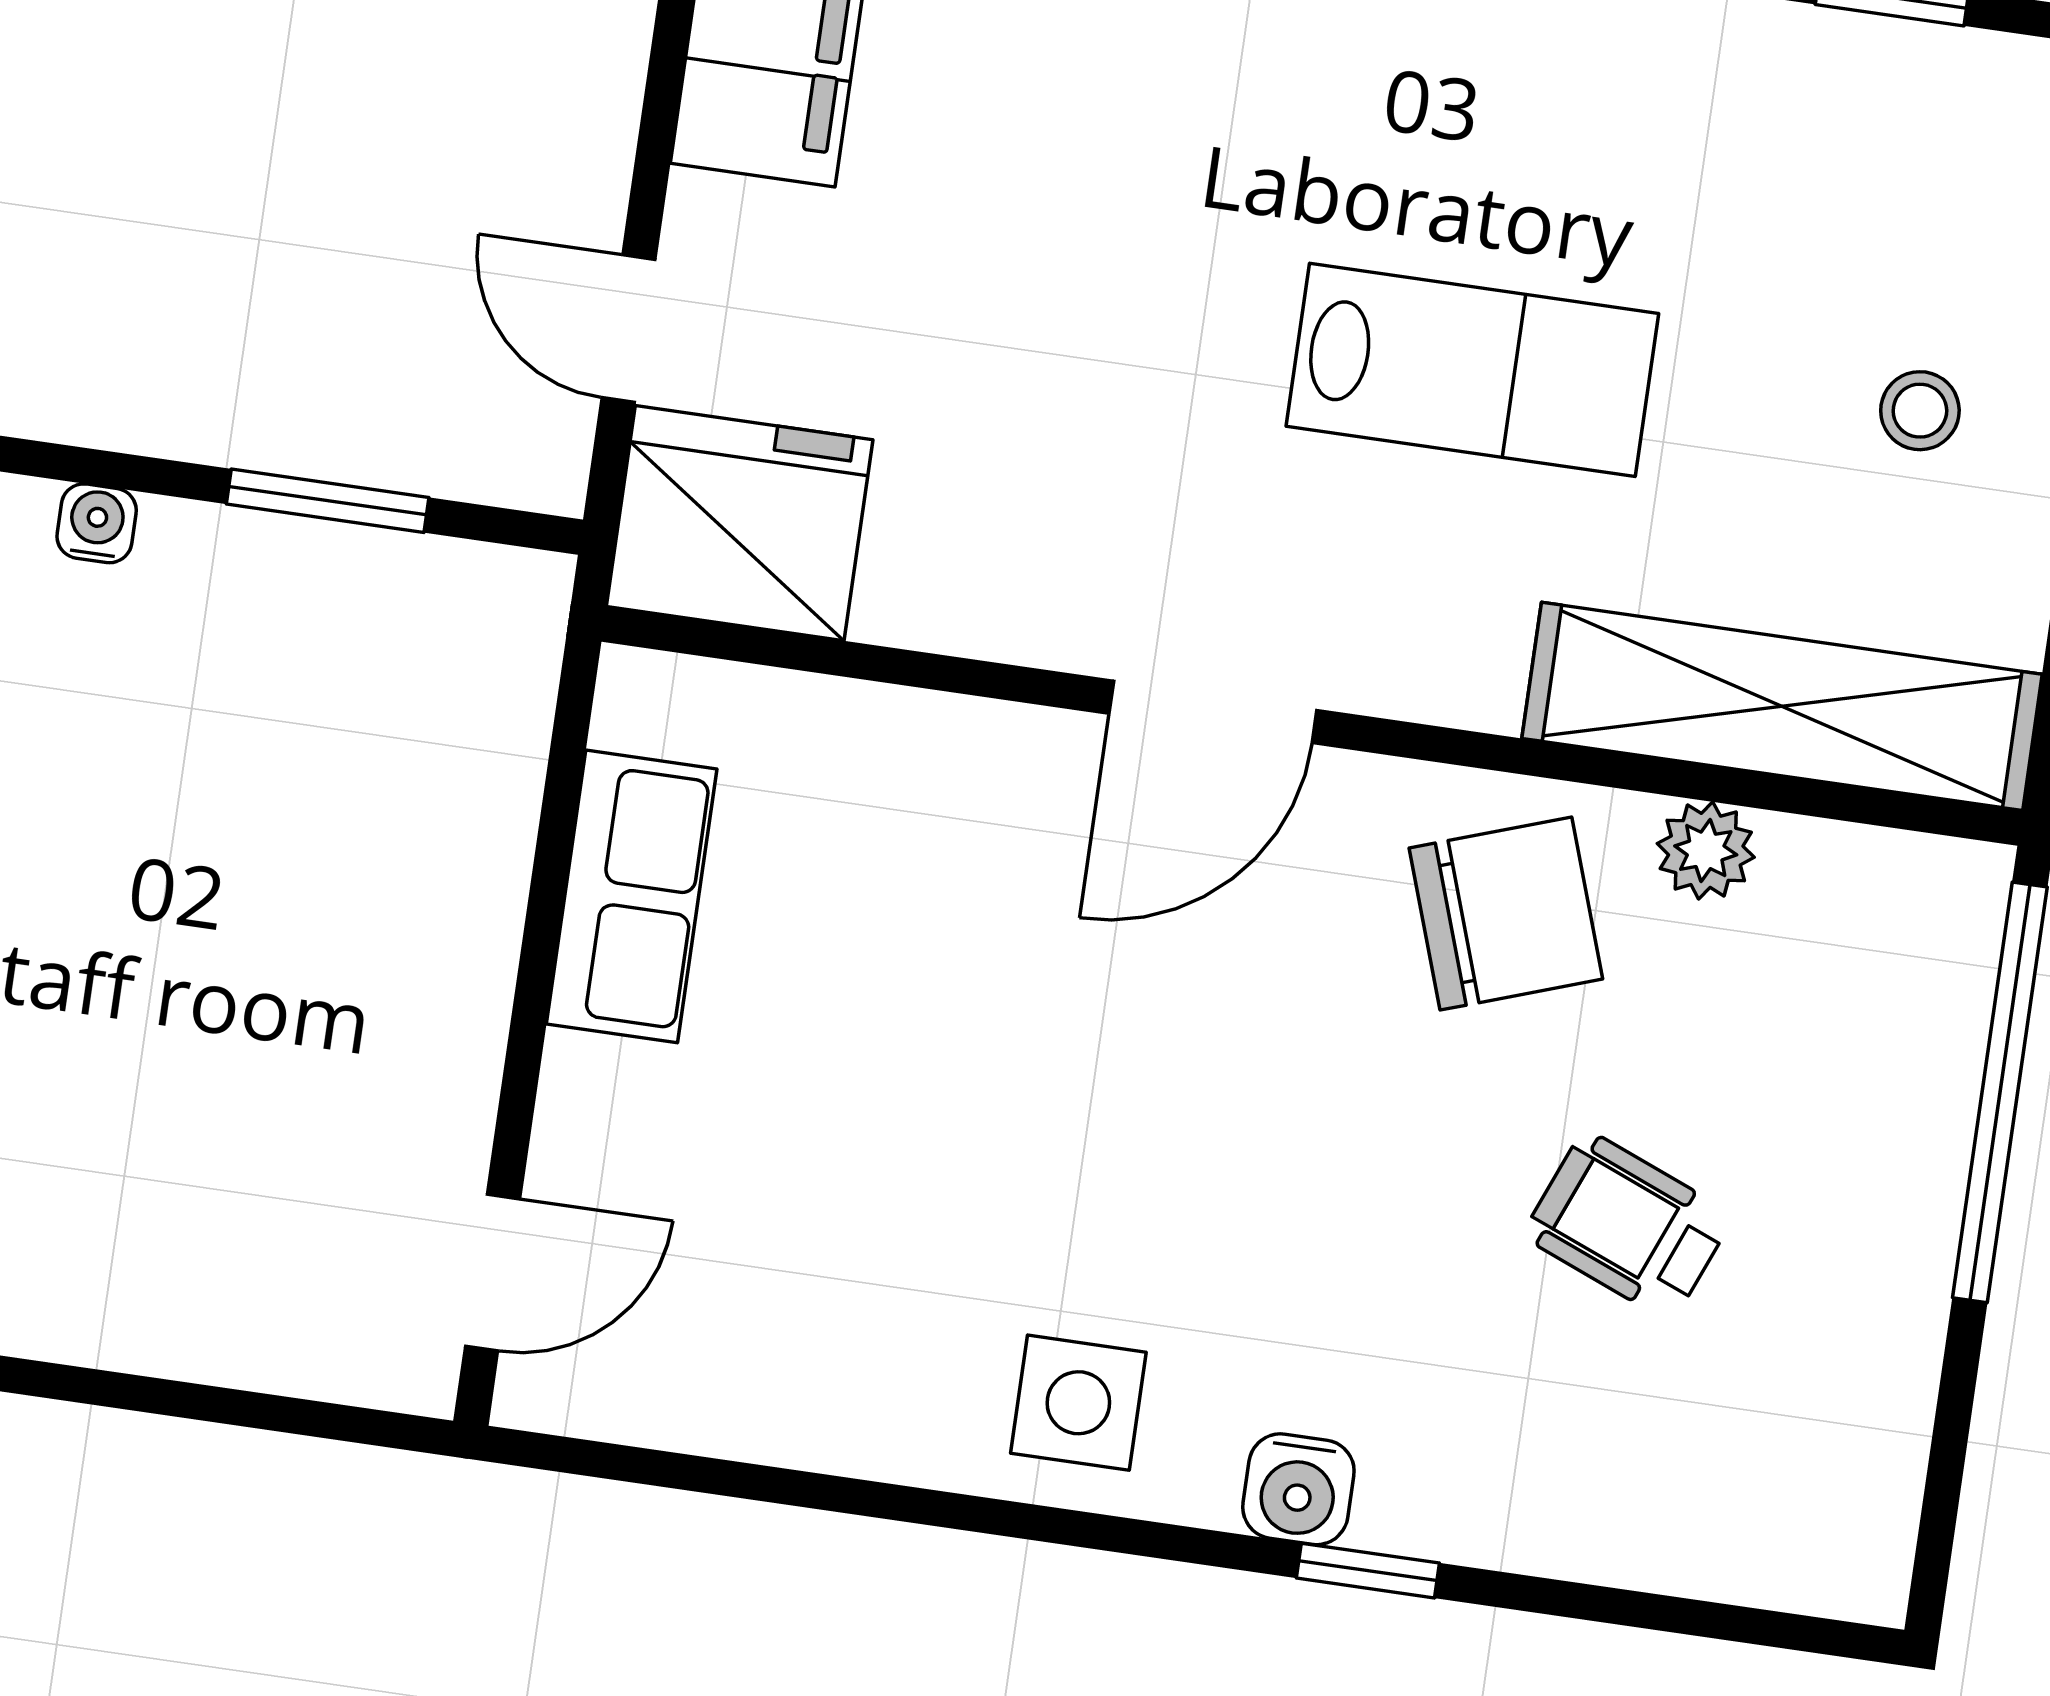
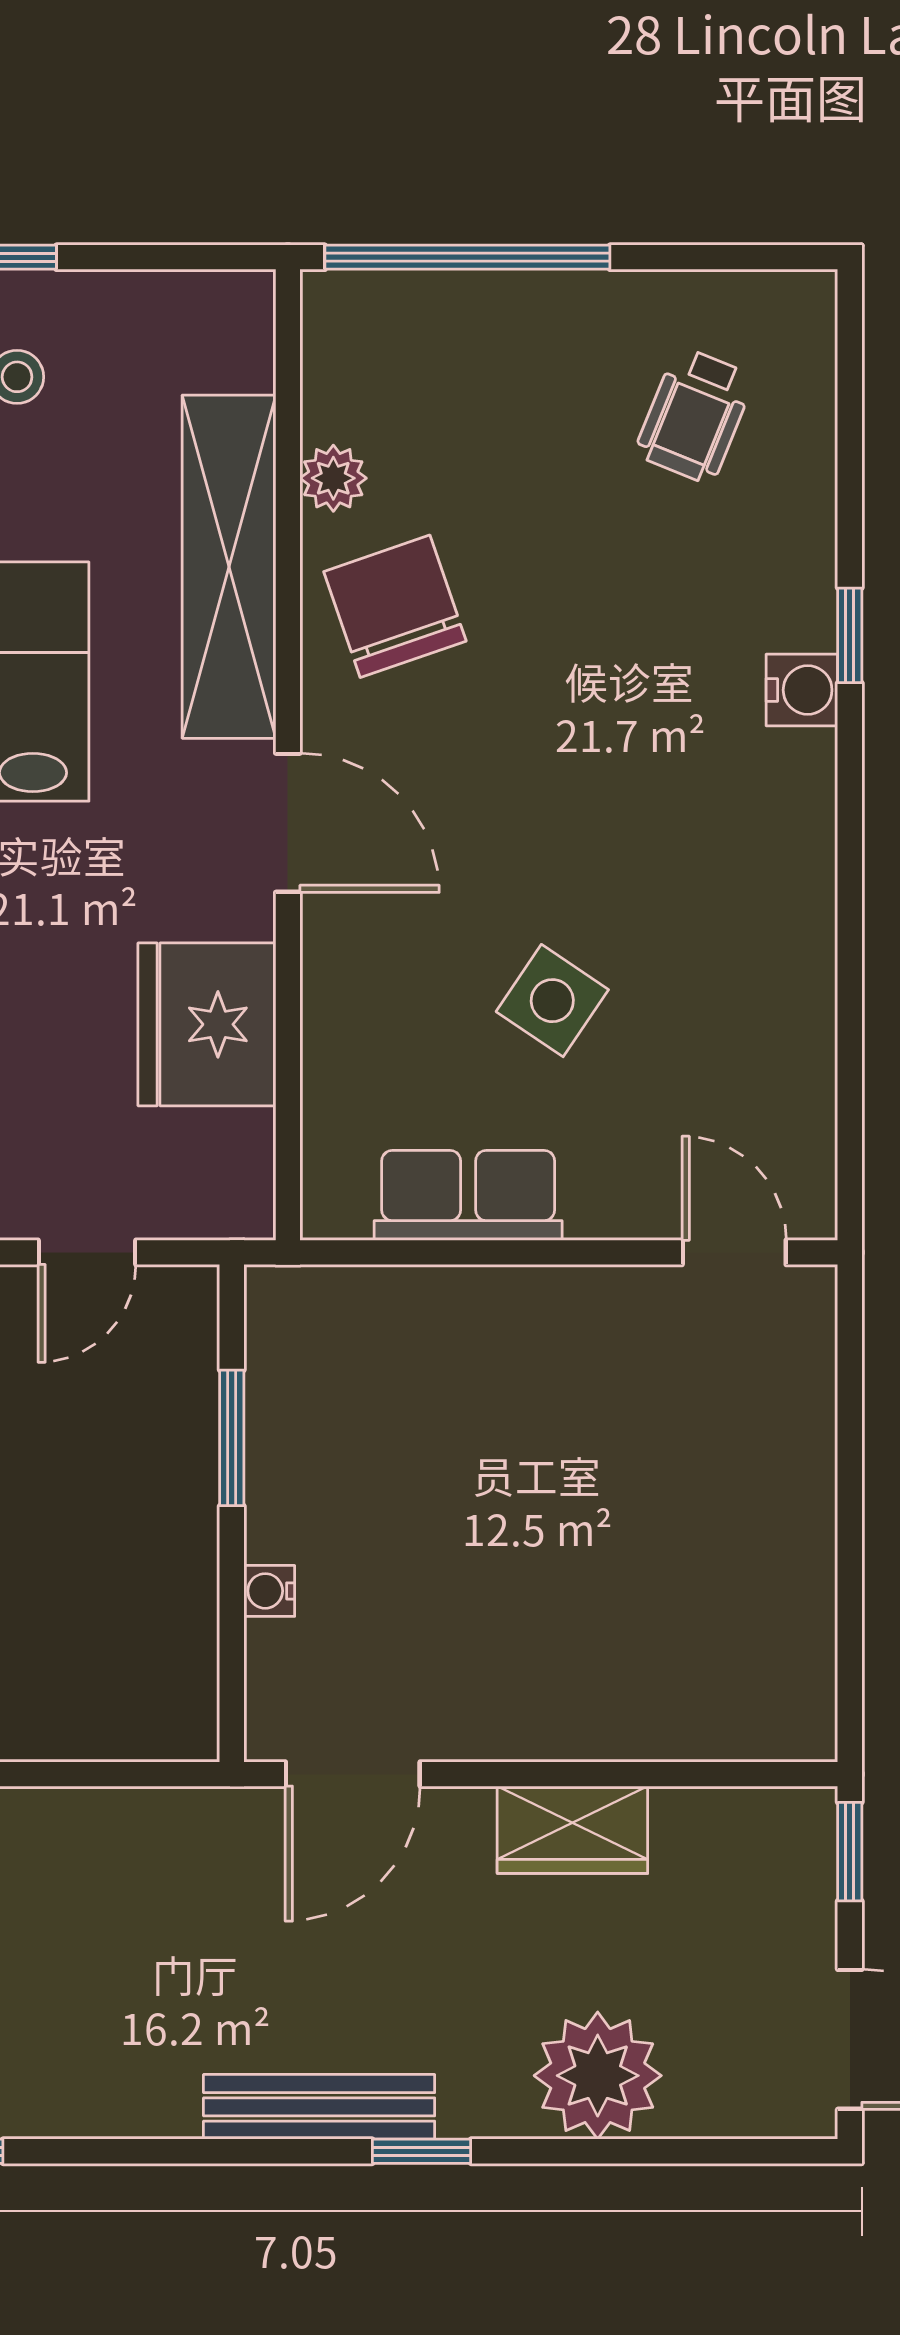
fridge: (740, 523) -> (207, 1024), moved
shelving: (1782, 706) -> (229, 567), moved
wheelchair: (1628, 1226) -> (695, 415), moved
side table: (1078, 1403) -> (552, 1001), moved, turned 34

